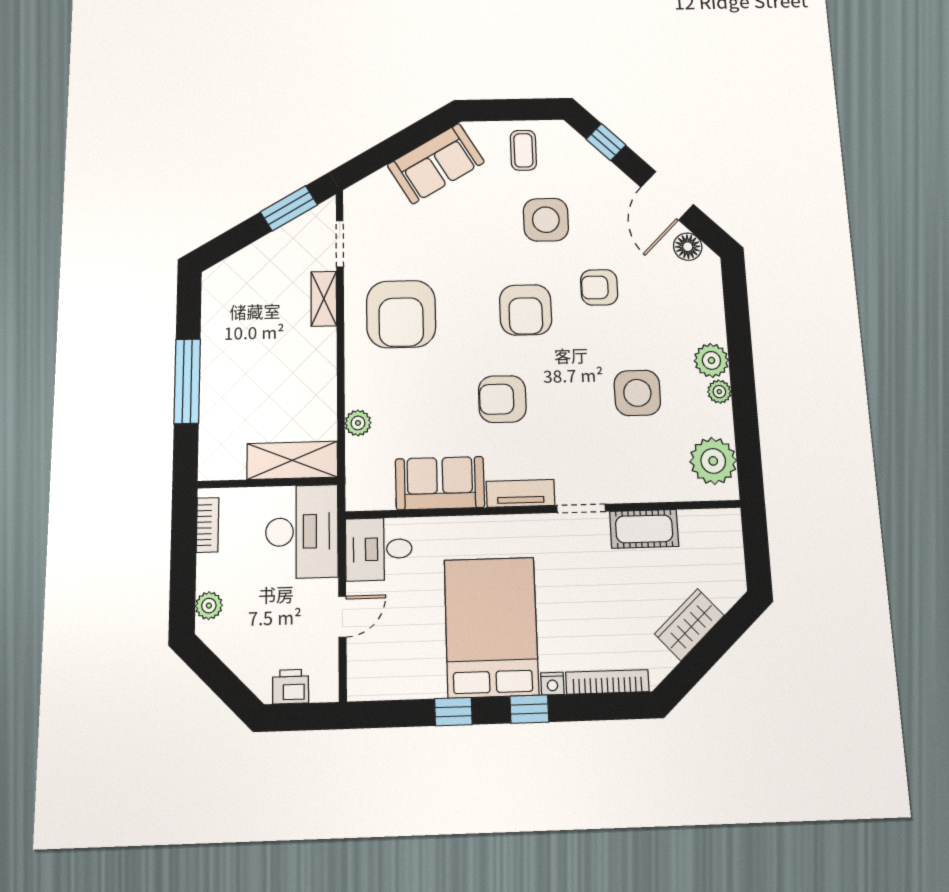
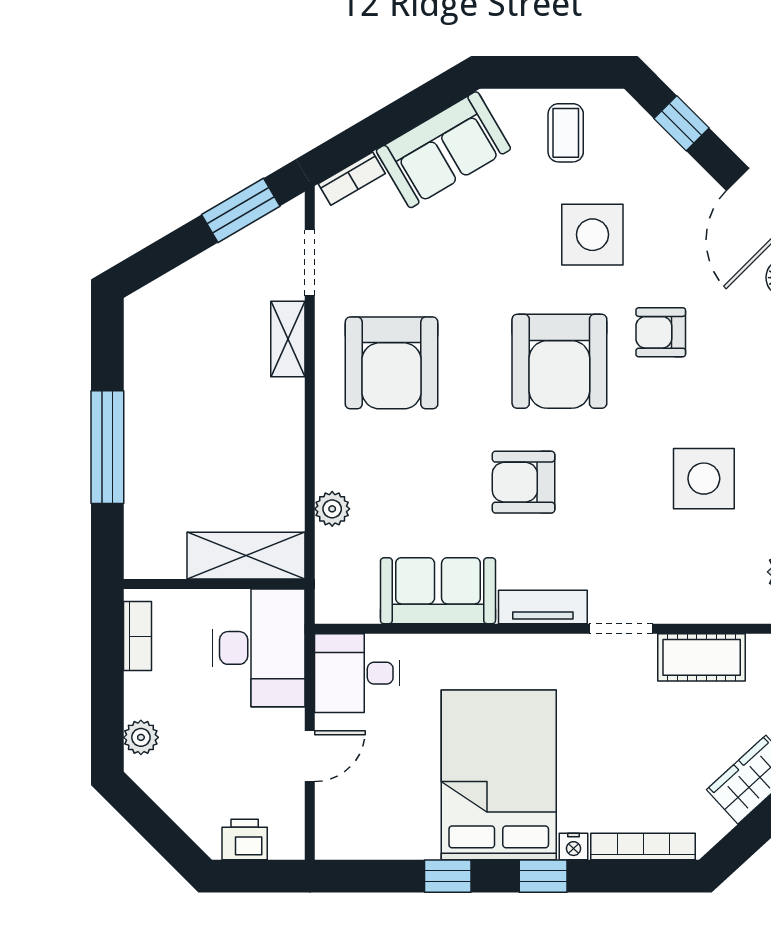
bookcase: (370, 185) -> (352, 179), added
armchair: (526, 310) -> (559, 361), width x1.36, depth x1.36

